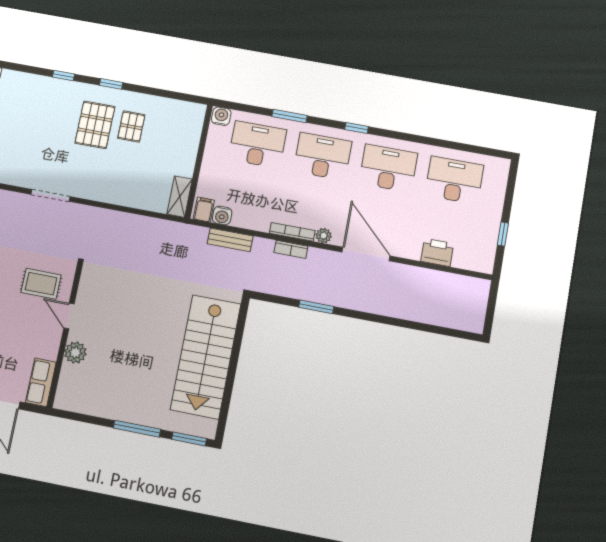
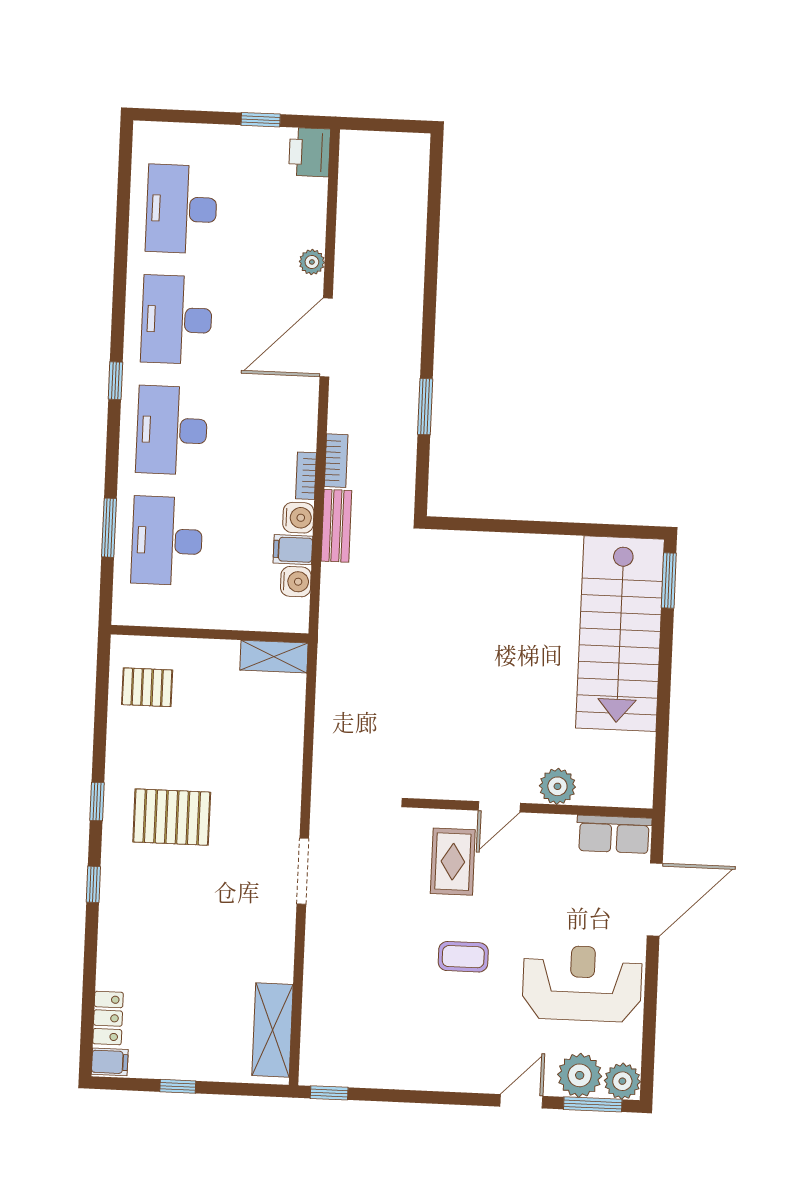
water cooler: (221, 116) -> (298, 518), moved, turned 180
window: (290, 116) -> (109, 528), moved
pallet: (131, 127) -> (147, 687), moved
filing cabinet: (204, 210) -> (293, 550), moved
bookcase: (292, 232) -> (306, 476), width x0.64
plant: (324, 236) -> (312, 262), moved
bench: (230, 240) -> (336, 526), moved
printer: (437, 252) -> (310, 152), moved
stairs: (206, 357) -> (620, 634), moved, turned 90
window: (137, 429) -> (665, 667), removed

